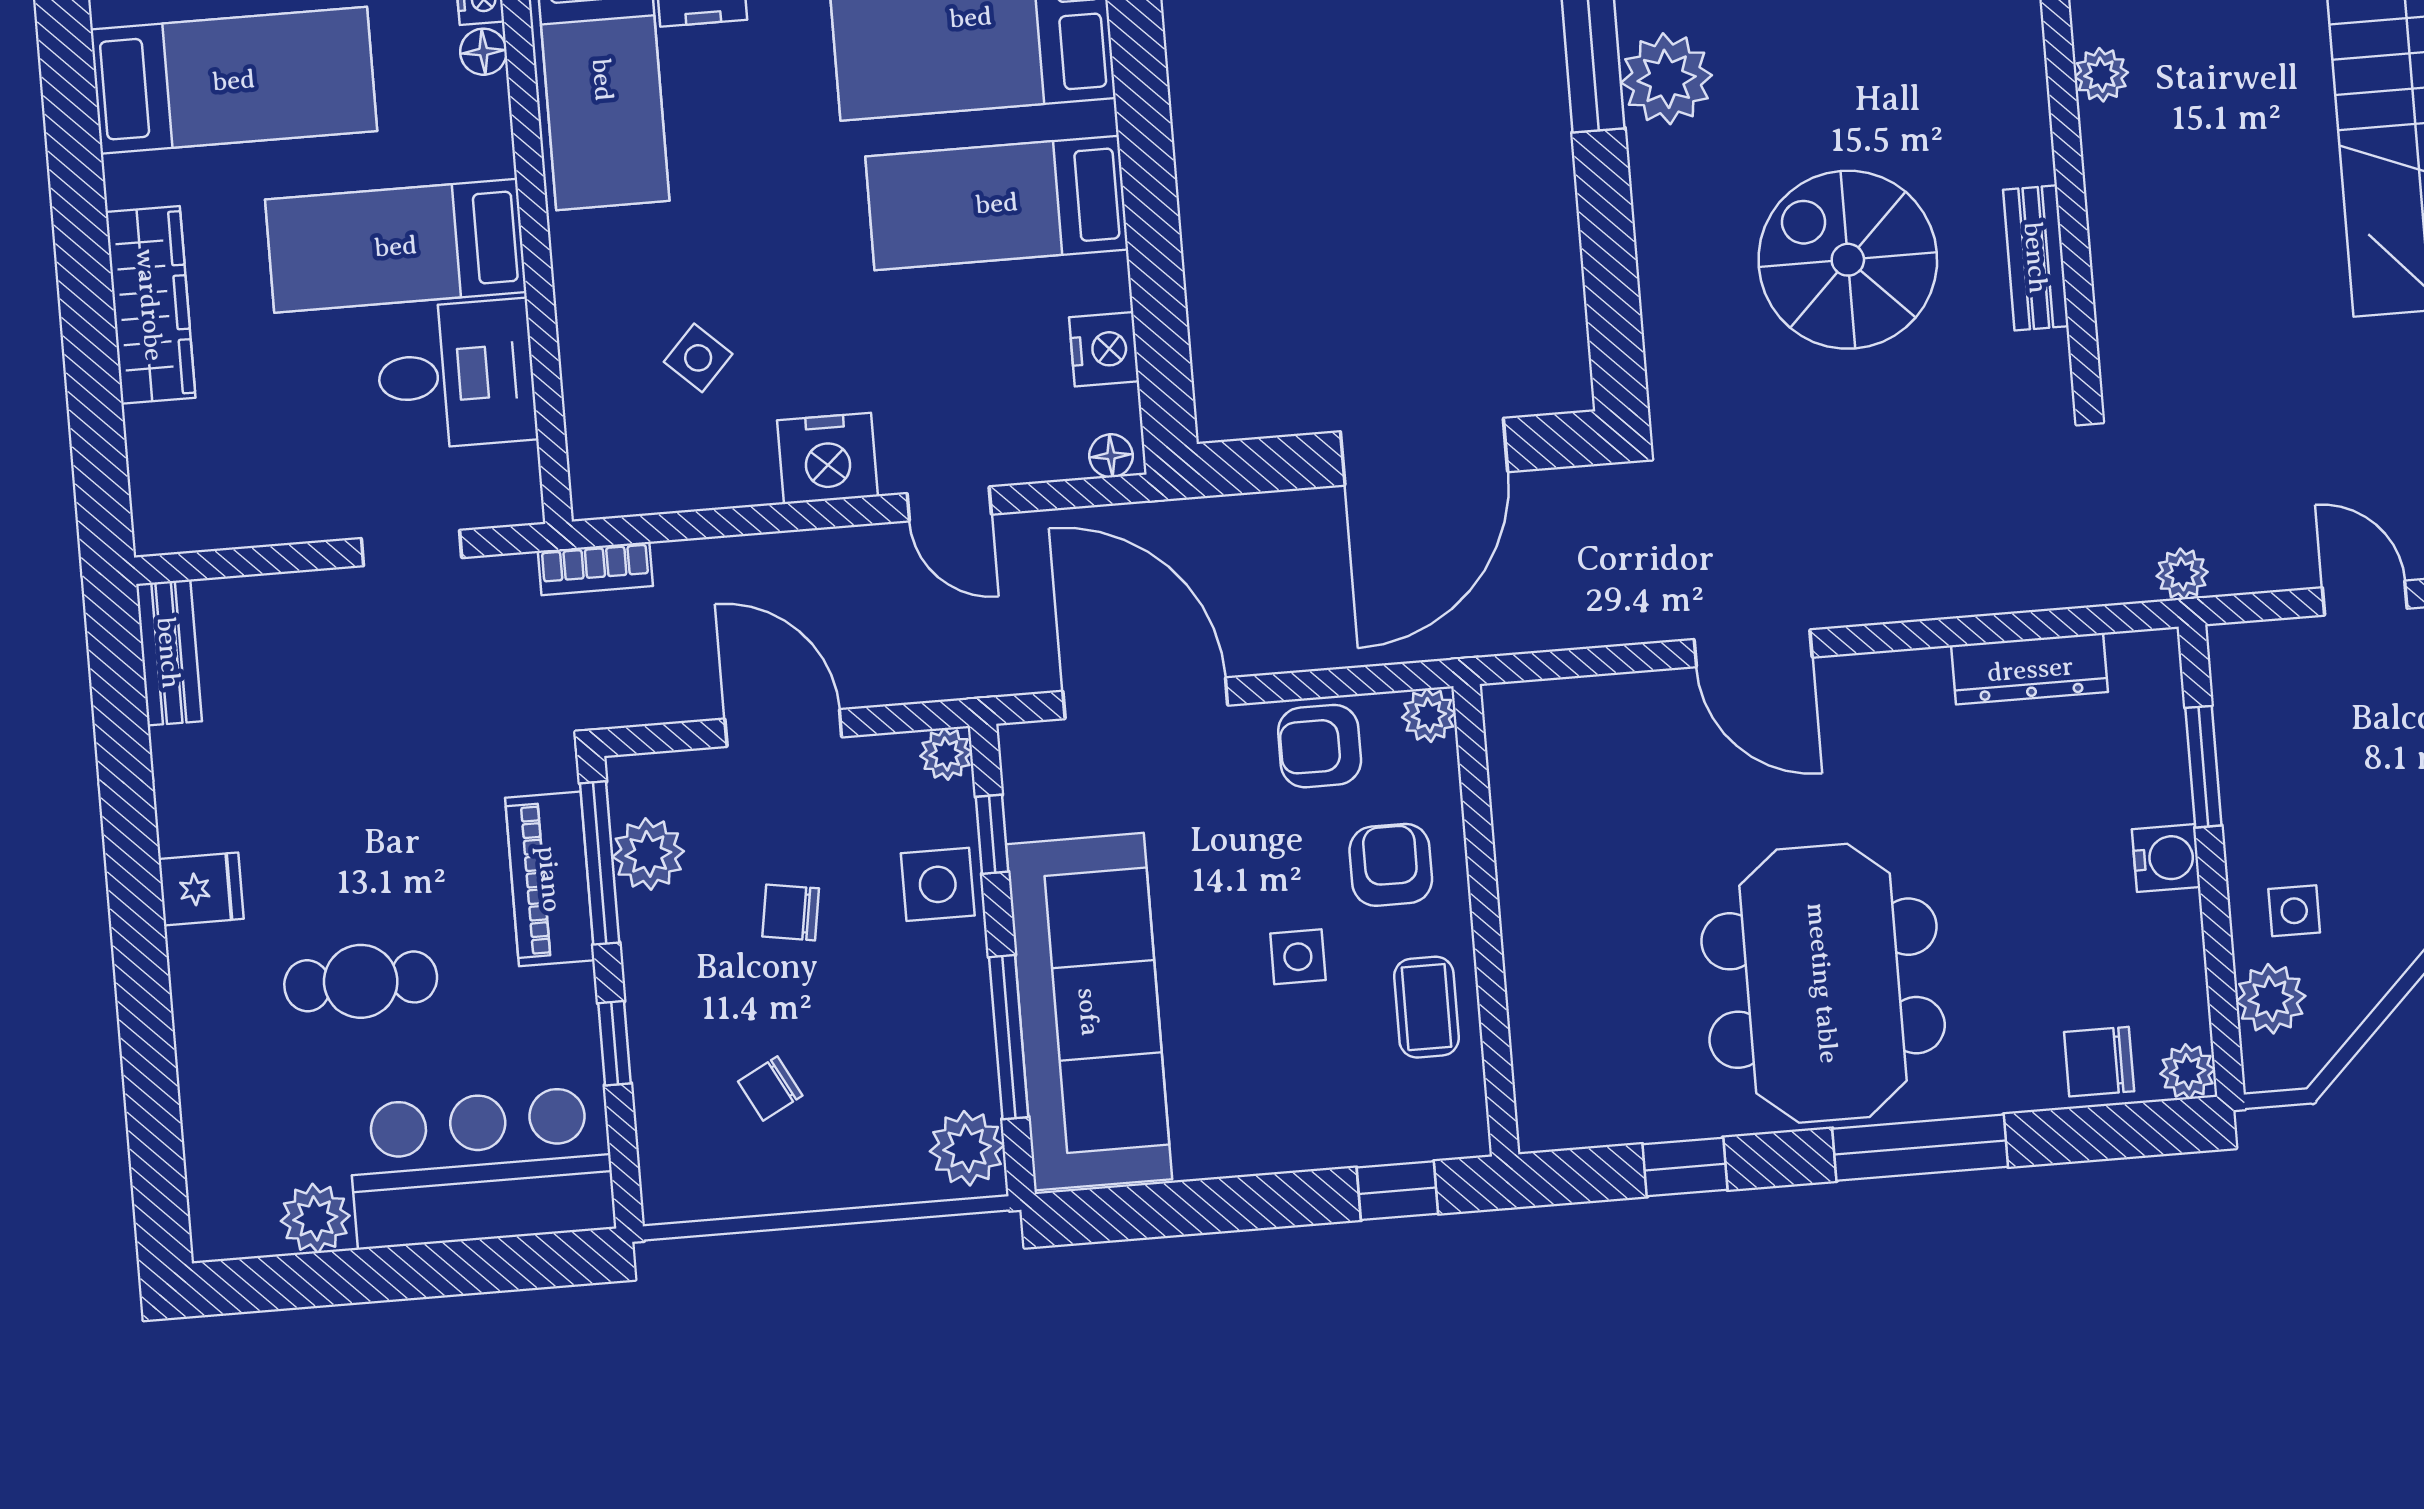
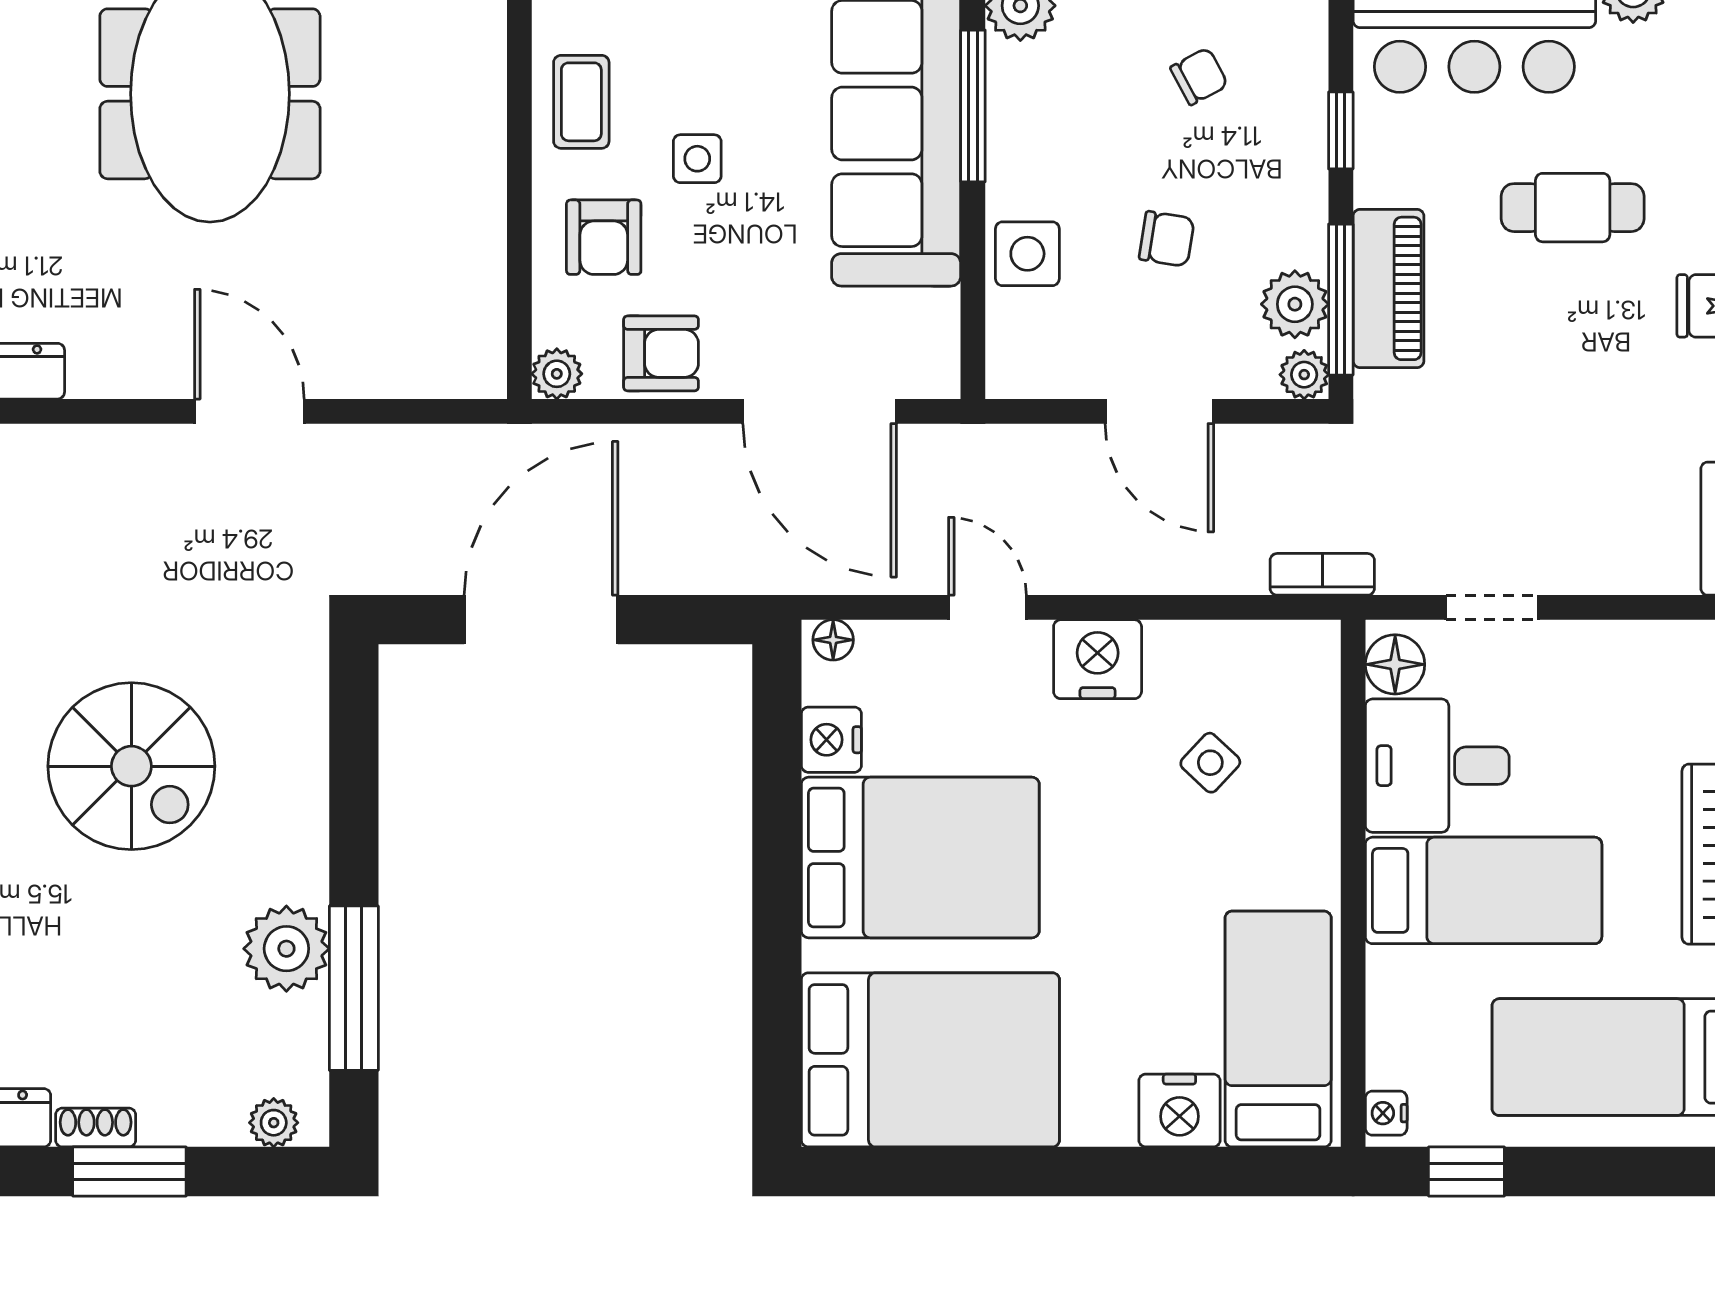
floor lamp: (483, 52) -> (1395, 664), moved, width x1.37, depth x1.37
bed: (997, 203) -> (920, 857), width x1.50
plant: (946, 754) -> (1304, 375), moved
window: (992, 834) -> (973, 296), removed

